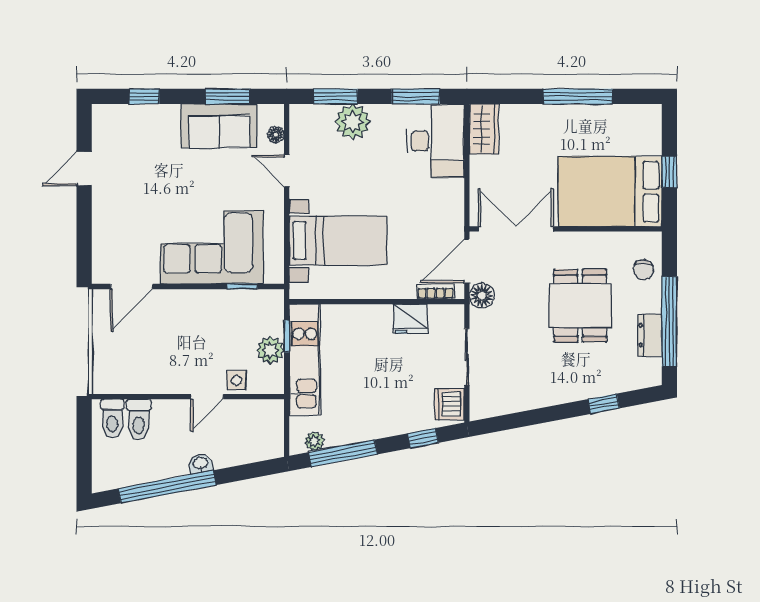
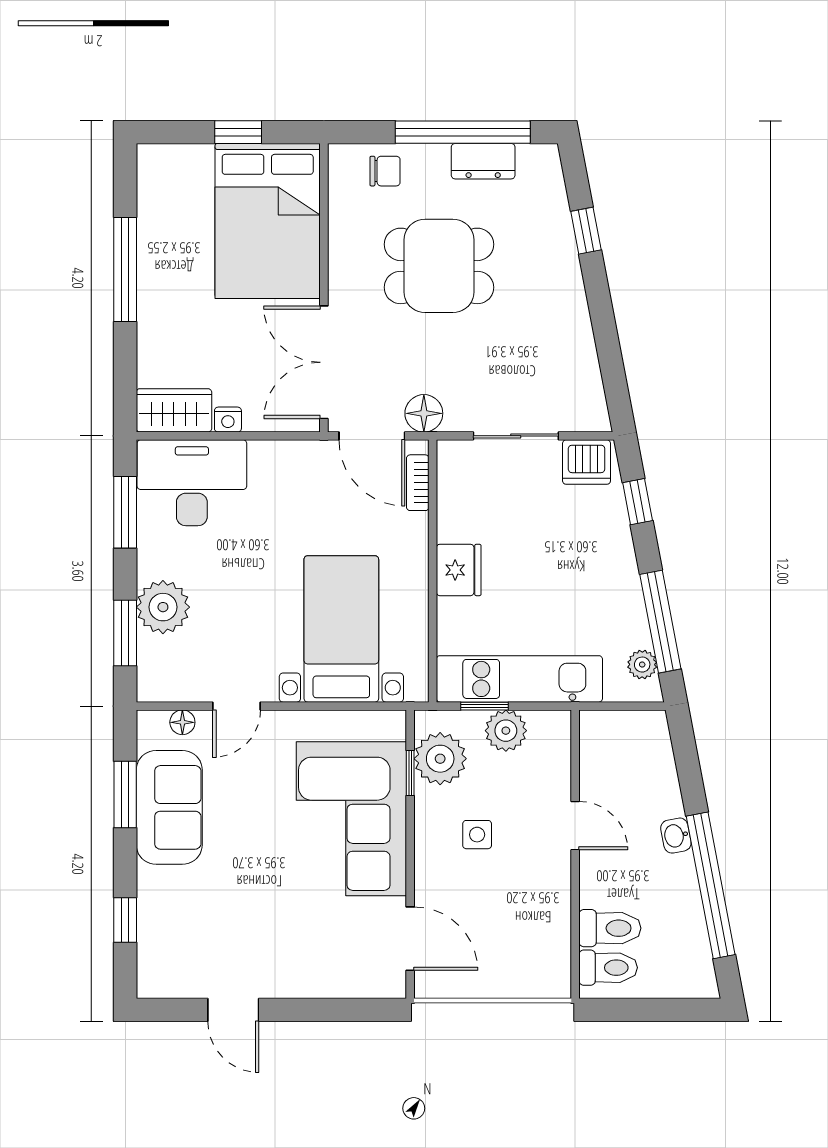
nightstand: (478, 165) -> (228, 420), added
plant: (252, 306) -> (440, 759), added
fridge: (410, 319) -> (459, 570), moved
side table: (236, 380) -> (477, 835), moved

